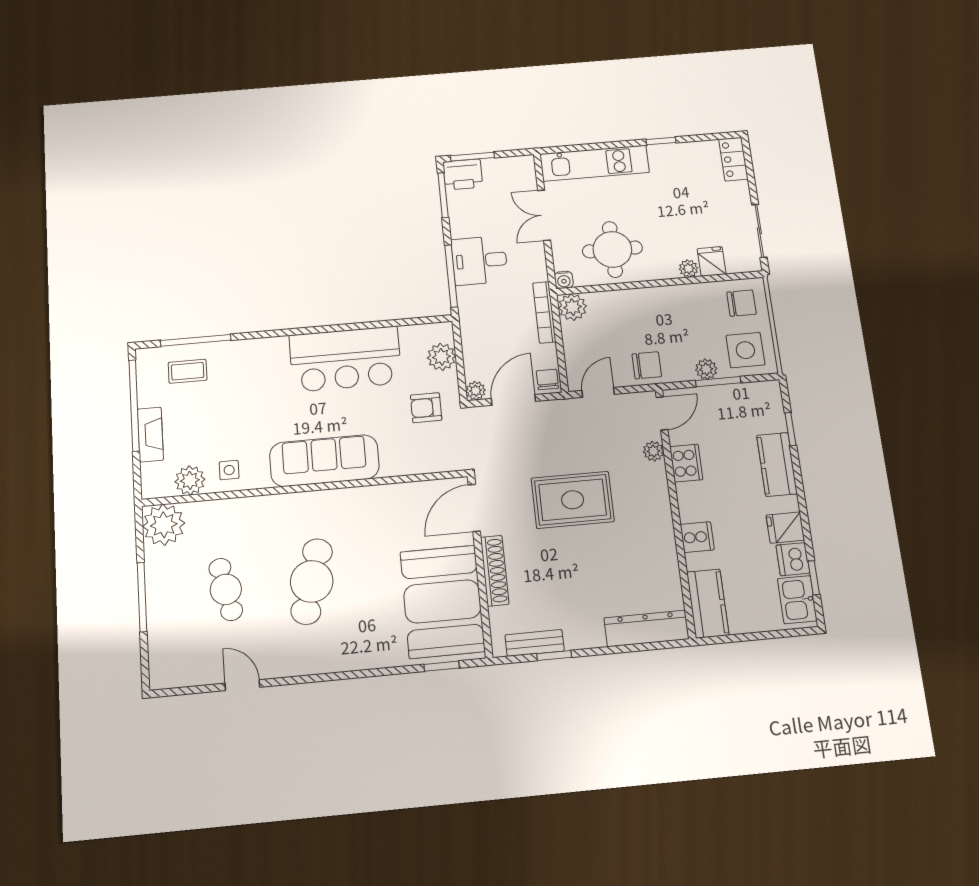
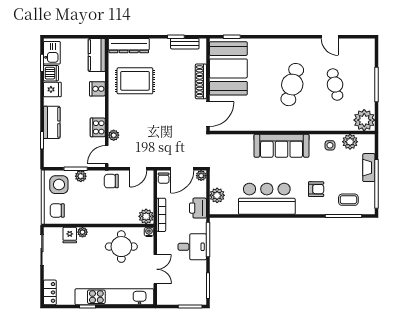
kitchen unit: (595, 163) -> (114, 297), width x1.36
printer: (463, 174) -> (198, 208), moved, turned -90
armchair: (426, 408) -> (316, 189), moved
rug: (573, 500) -> (135, 81), moved

